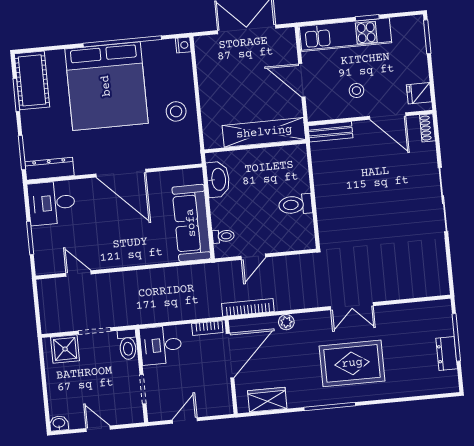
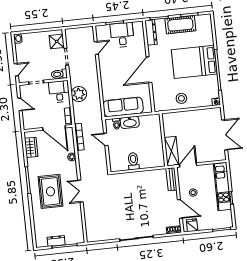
cot: (32, 80) -> (180, 25), moved
door: (302, 80) -> (188, 165), moved
bed: (106, 86) -> (194, 62), width x0.73
door: (388, 116) -> (180, 209), swing flipped
shelving: (264, 132) -> (172, 151), width x0.68
washbasin: (218, 179) -> (130, 122), moved
desk: (52, 203) -> (122, 35), moved
plant: (166, 308) -> (79, 94), added
door: (98, 429) -> (16, 70), moved

